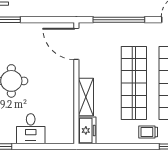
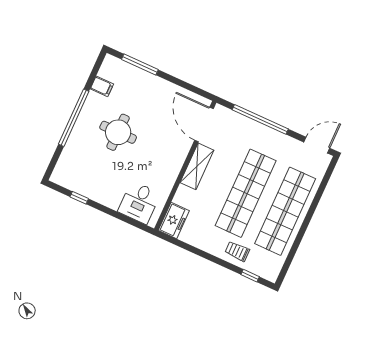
shelving: (86, 97) -> (197, 166), moved
desk: (31, 129) -> (139, 202), moved

